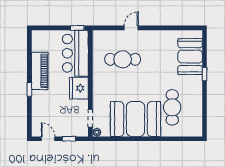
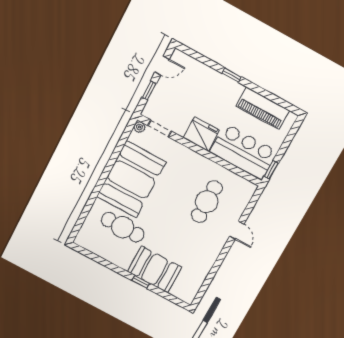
booth: (190, 57) -> (154, 269), moved
piano: (40, 71) -> (263, 108), moved

